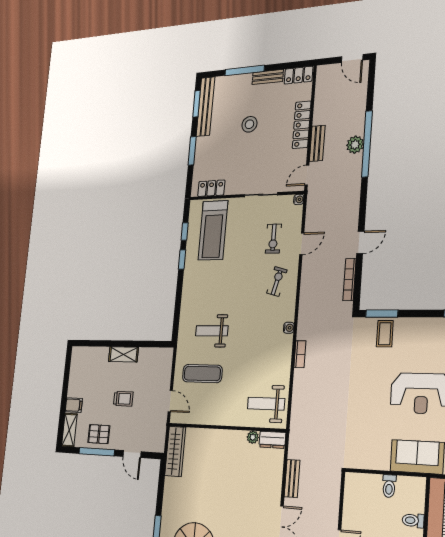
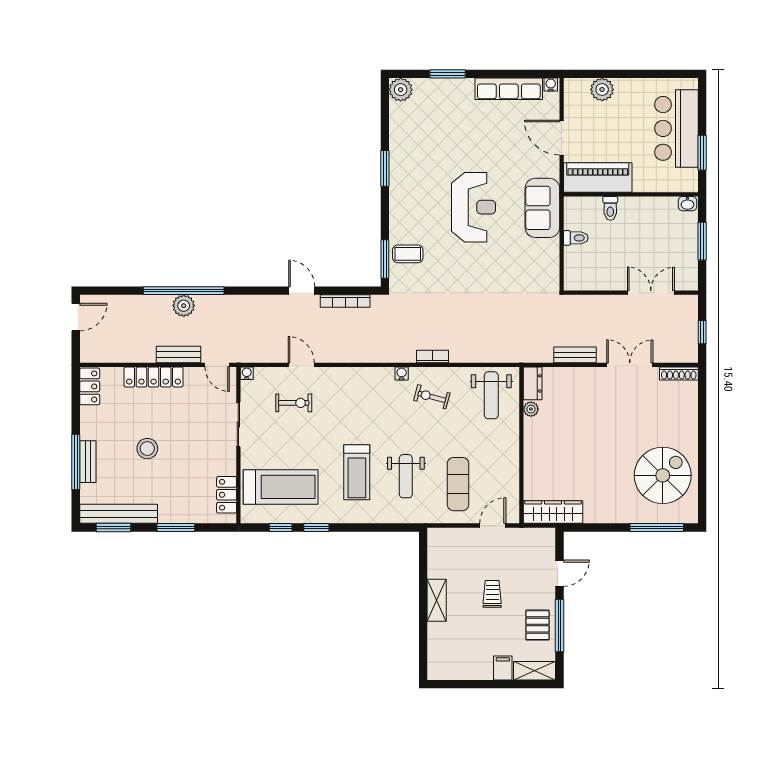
bench: (268, 77) -> (88, 462), moved
exercise bike: (277, 281) -> (432, 397), moved
treadmill: (218, 291) -> (357, 472), added

